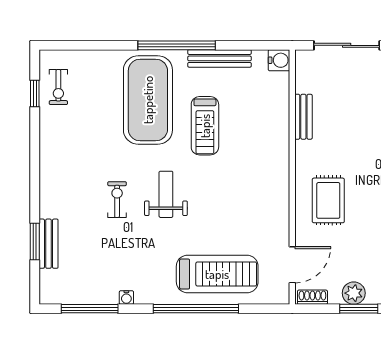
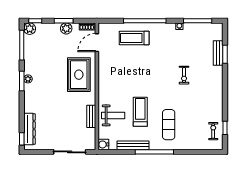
exercise mat: (148, 100) -> (169, 125), width x0.50, depth x0.69
weight bench: (166, 194) -> (113, 115), moved, turned -90
rug: (328, 200) -> (79, 75), width x1.36, depth x1.43
treadmill: (217, 274) -> (134, 38), width x0.73, depth x0.73

